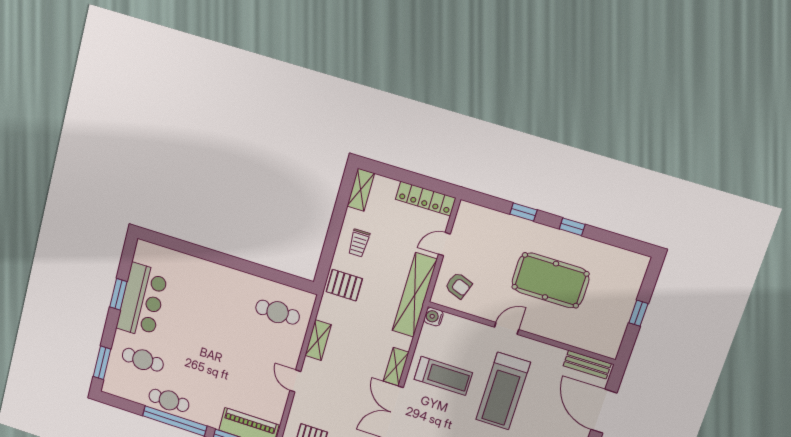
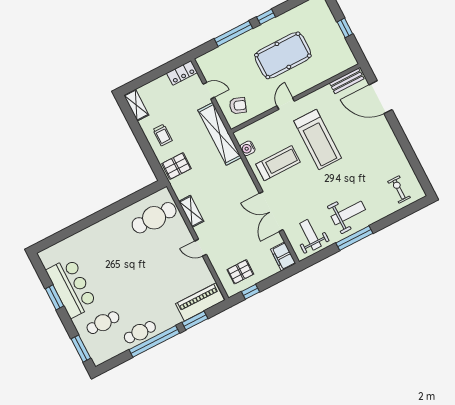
locker: (426, 199) -> (182, 73), width x0.66
window: (523, 212) -> (233, 34), width x2.17
door: (444, 244) -> (209, 91), swing flipped
cafe table: (278, 312) -> (154, 218), width x1.37, depth x1.35
water cooler: (434, 317) -> (248, 148), moved
shelving: (396, 367) -> (248, 184), removed

